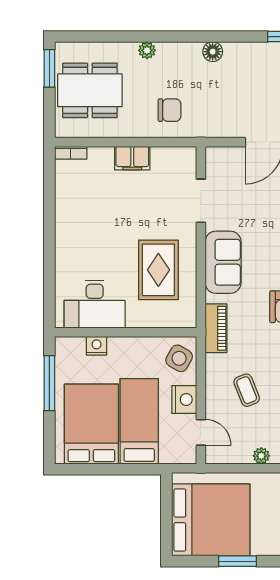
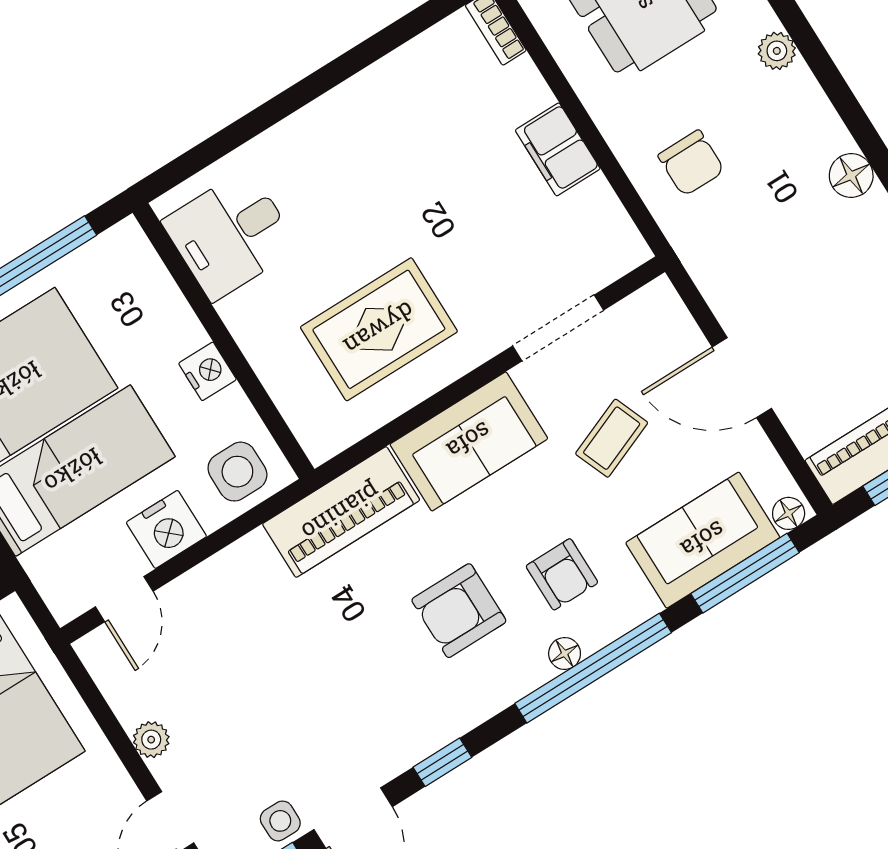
desk: (95, 304) -> (230, 235), width x0.73
piano: (216, 328) -> (341, 512), width x1.37, depth x1.33
nightstand: (97, 346) -> (207, 371), moved
side table: (179, 358) -> (237, 472), turned -30
coffee table: (247, 390) -> (612, 438), moved

